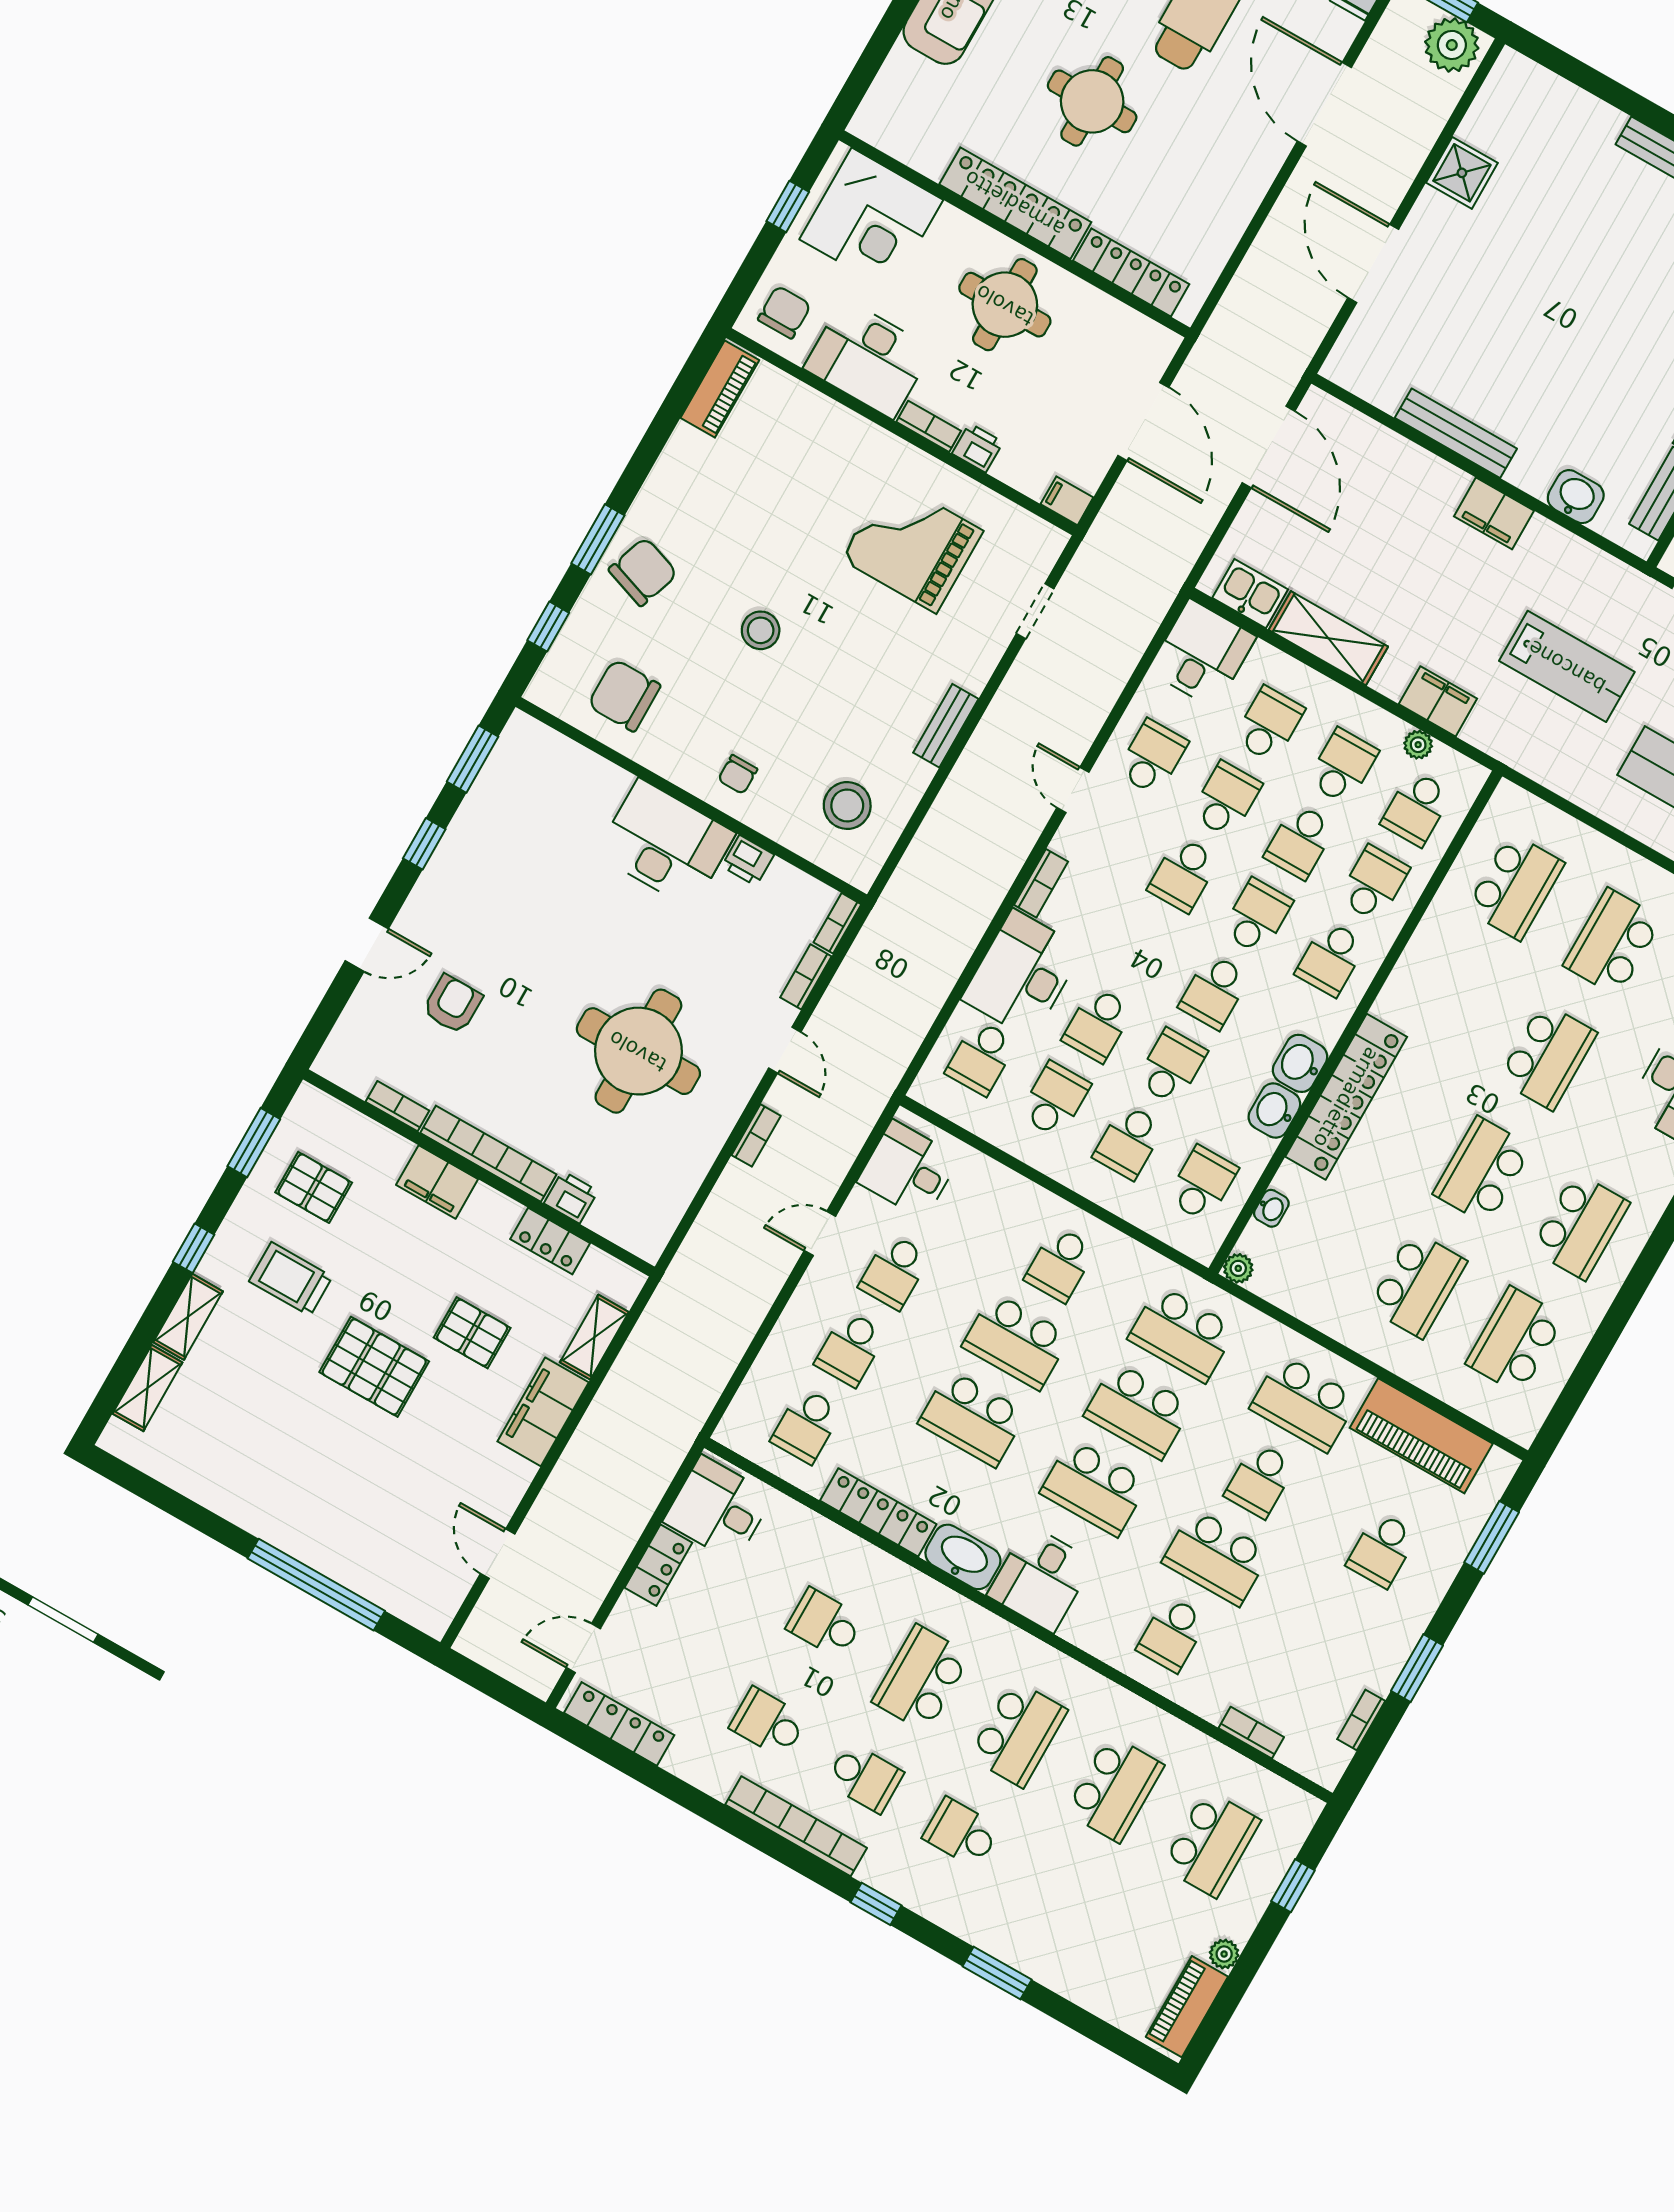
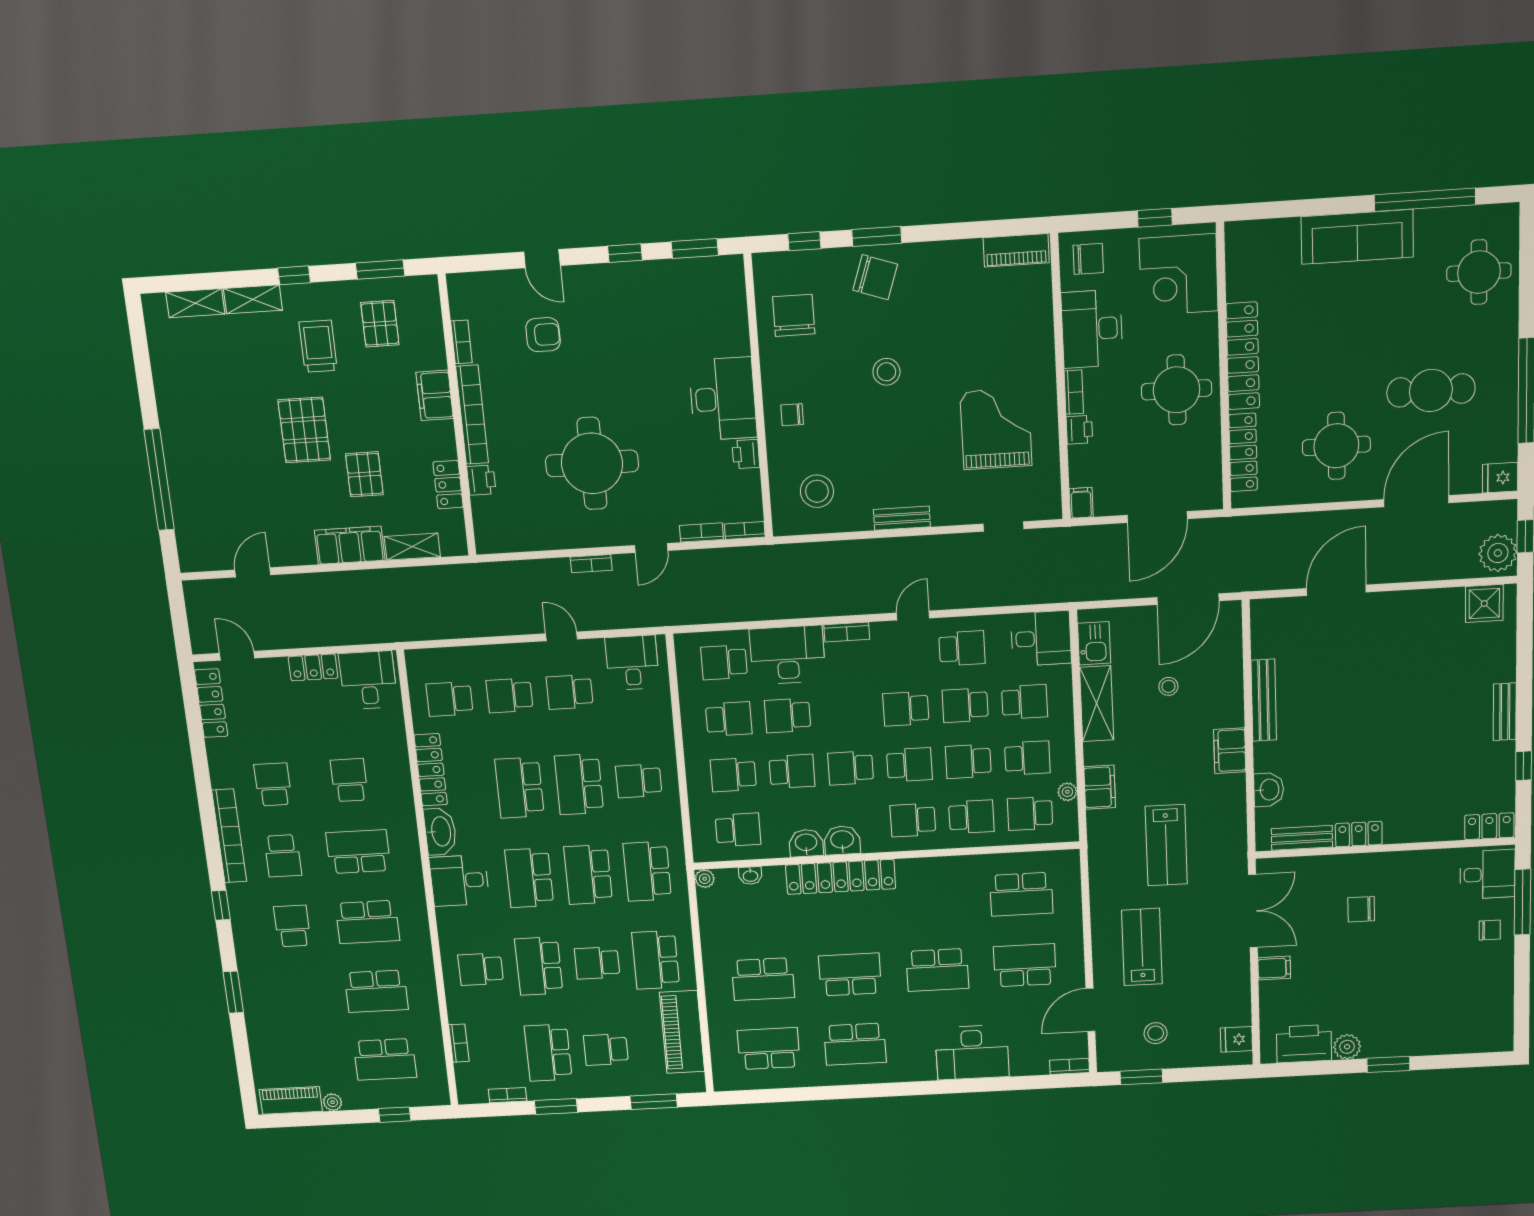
round table: (1092, 101) -> (1336, 446), moved
shower: (1462, 173) -> (1484, 603), moved
stool: (1363, 538) -> (1168, 686), added
school desk: (1226, 799) -> (965, 705), turned 180
school desk: (1338, 1627) -> (548, 1053), added

